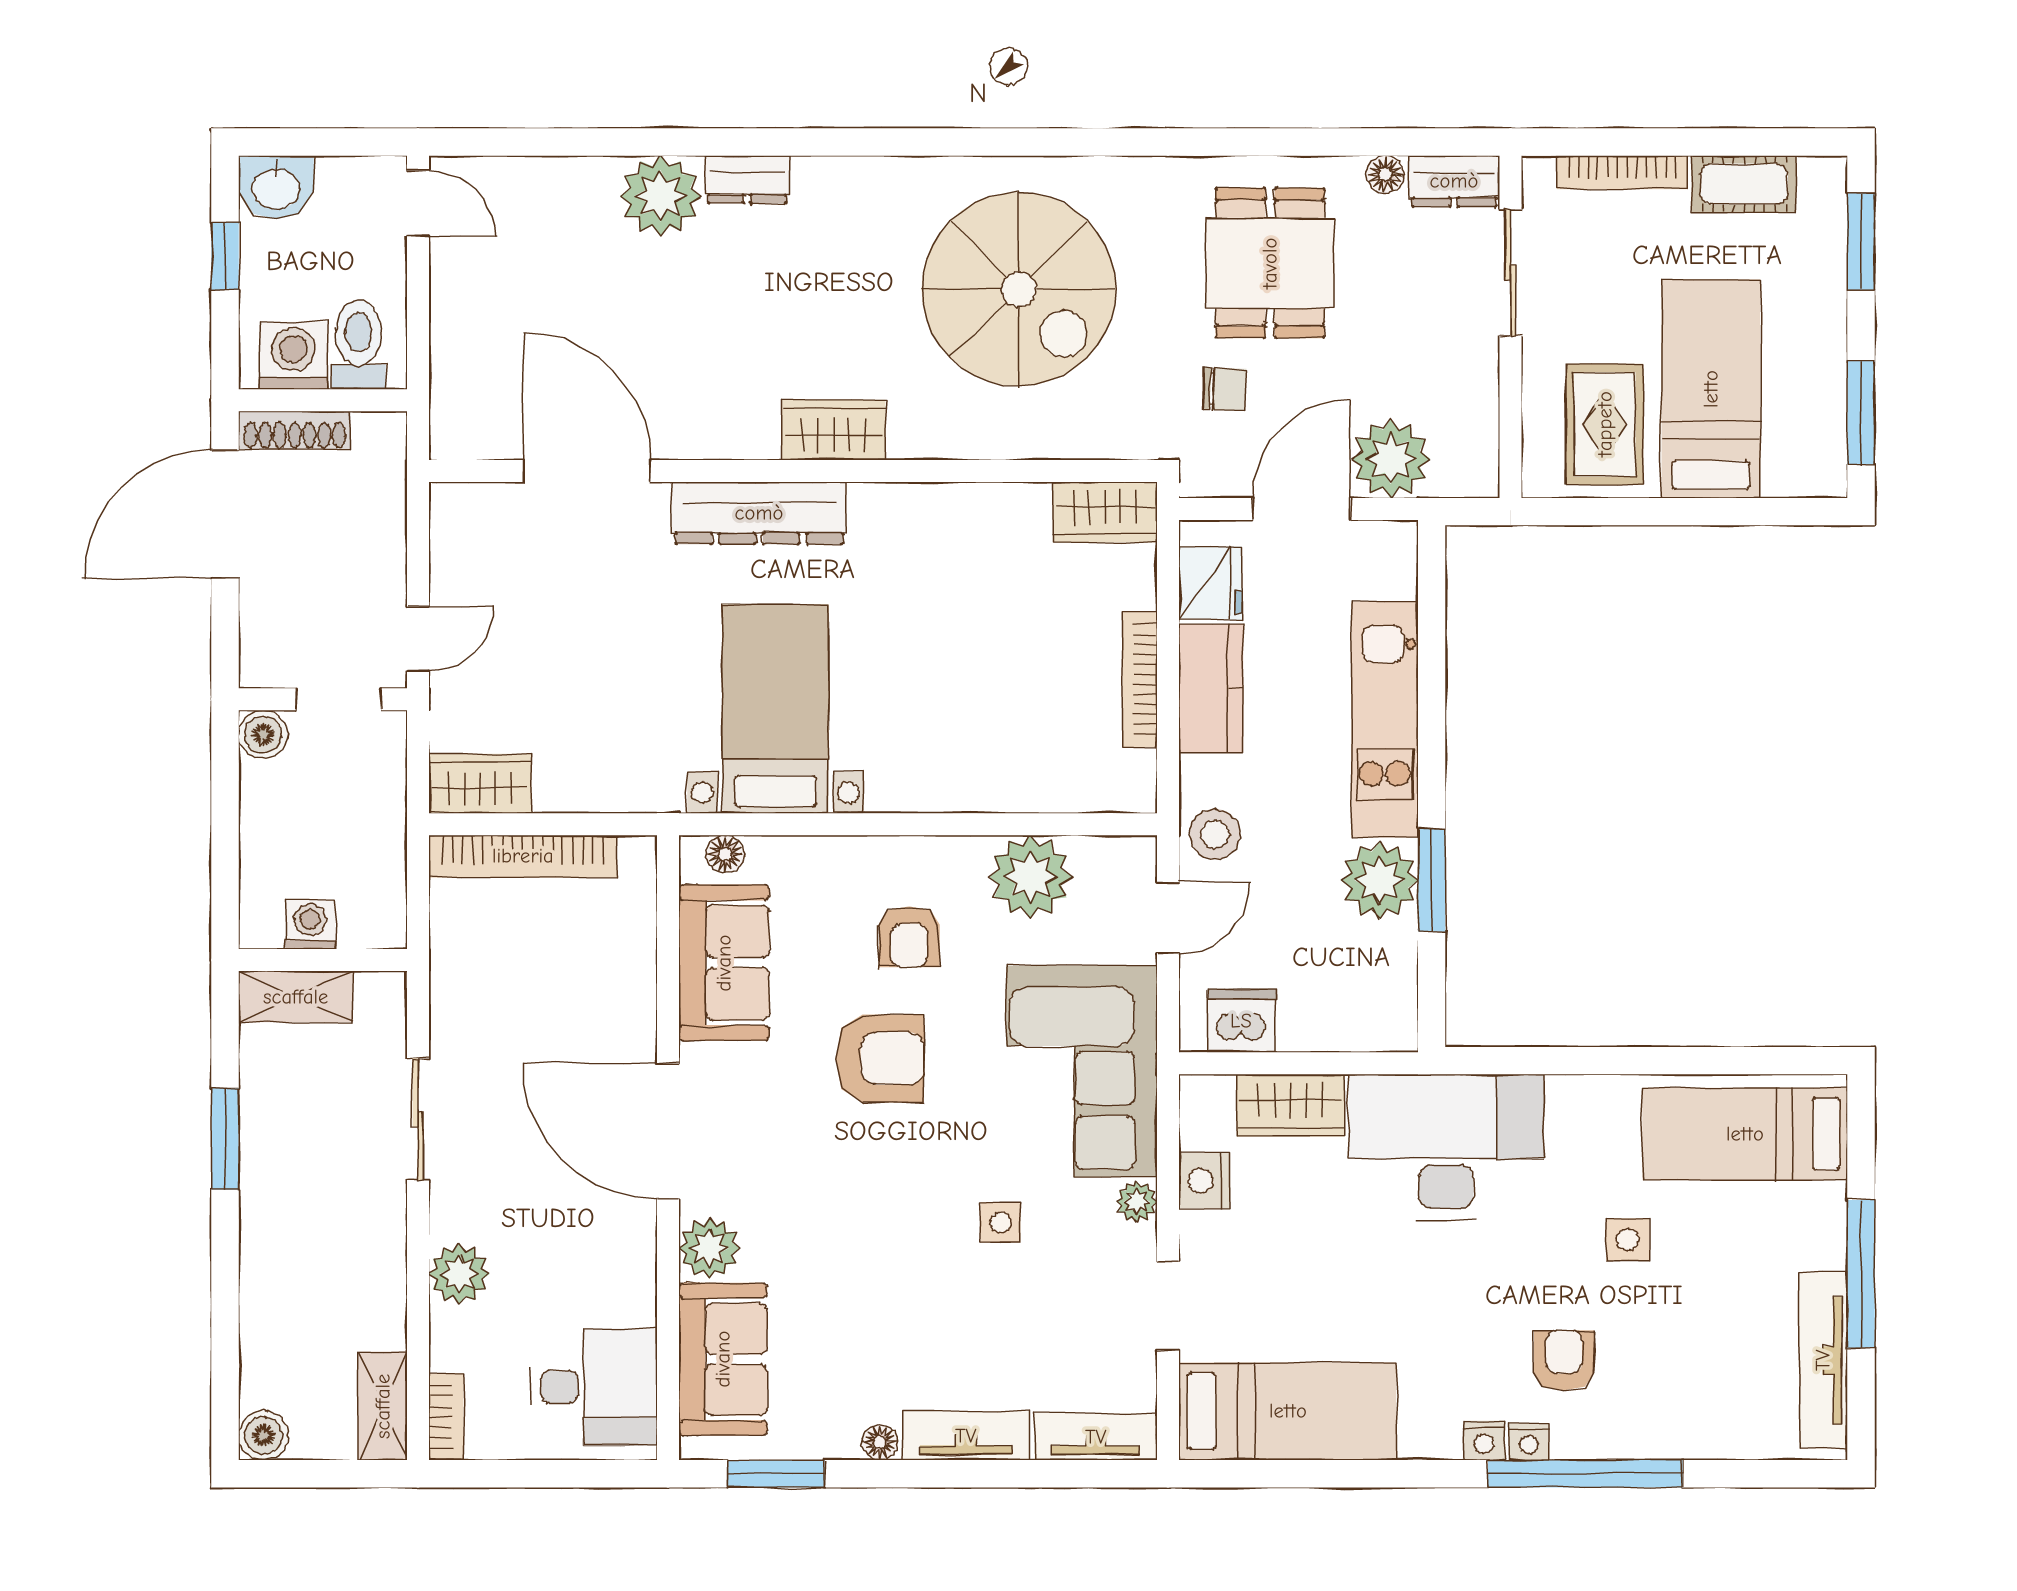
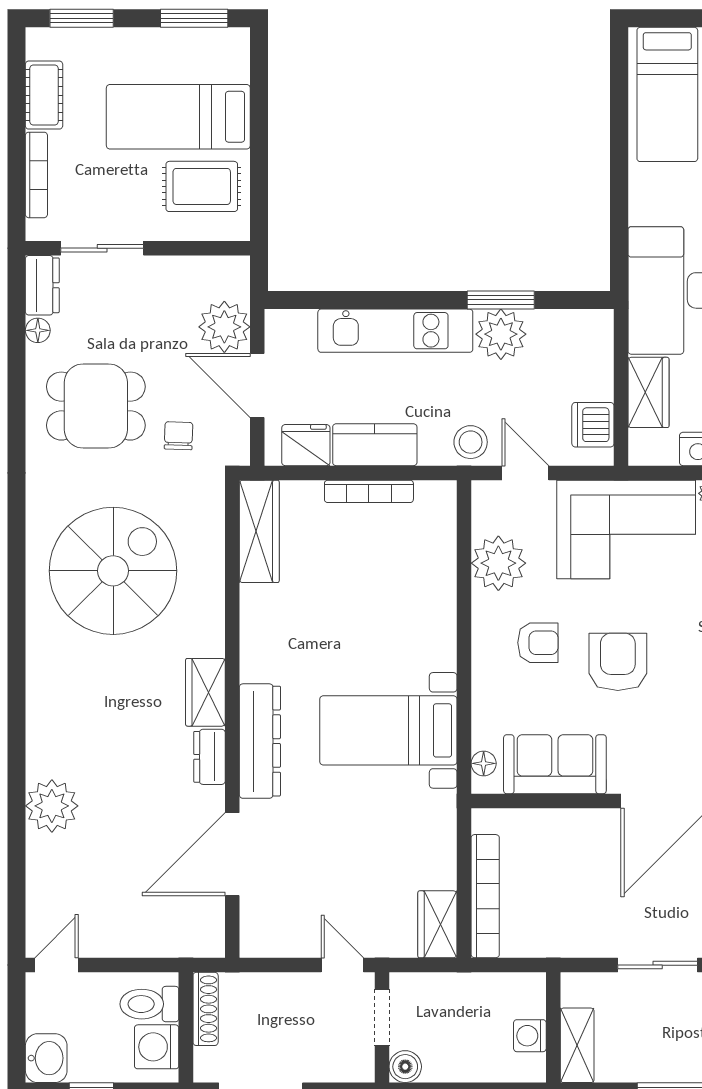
dresser: (747, 179) -> (210, 757), moved, turned 180
shoe rack: (295, 430) -> (206, 1009), moved
wardrobe: (1105, 512) -> (259, 531), width x1.50

